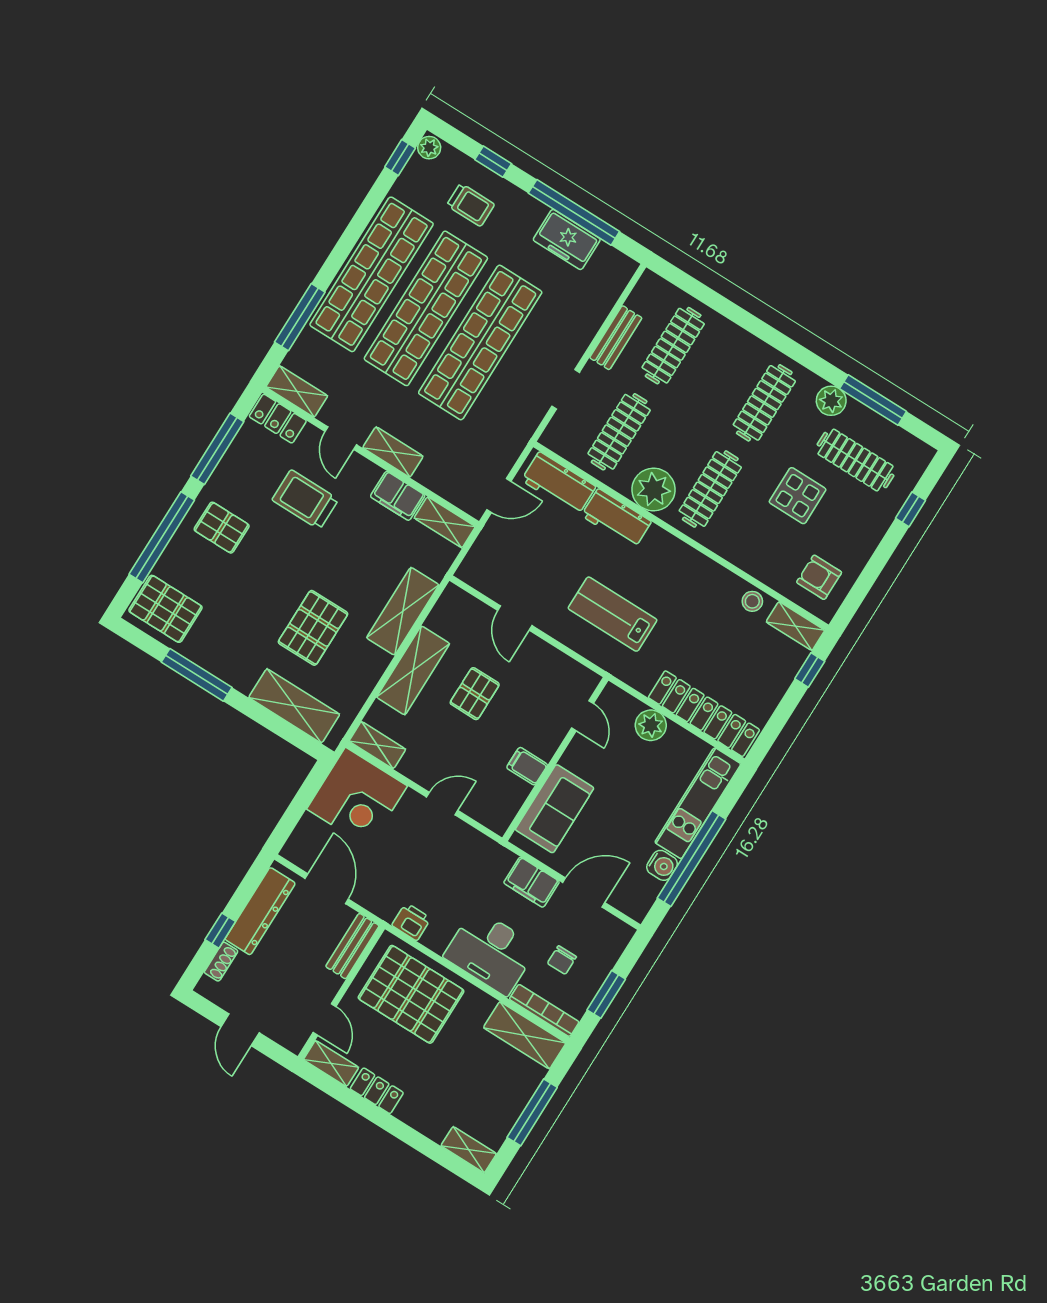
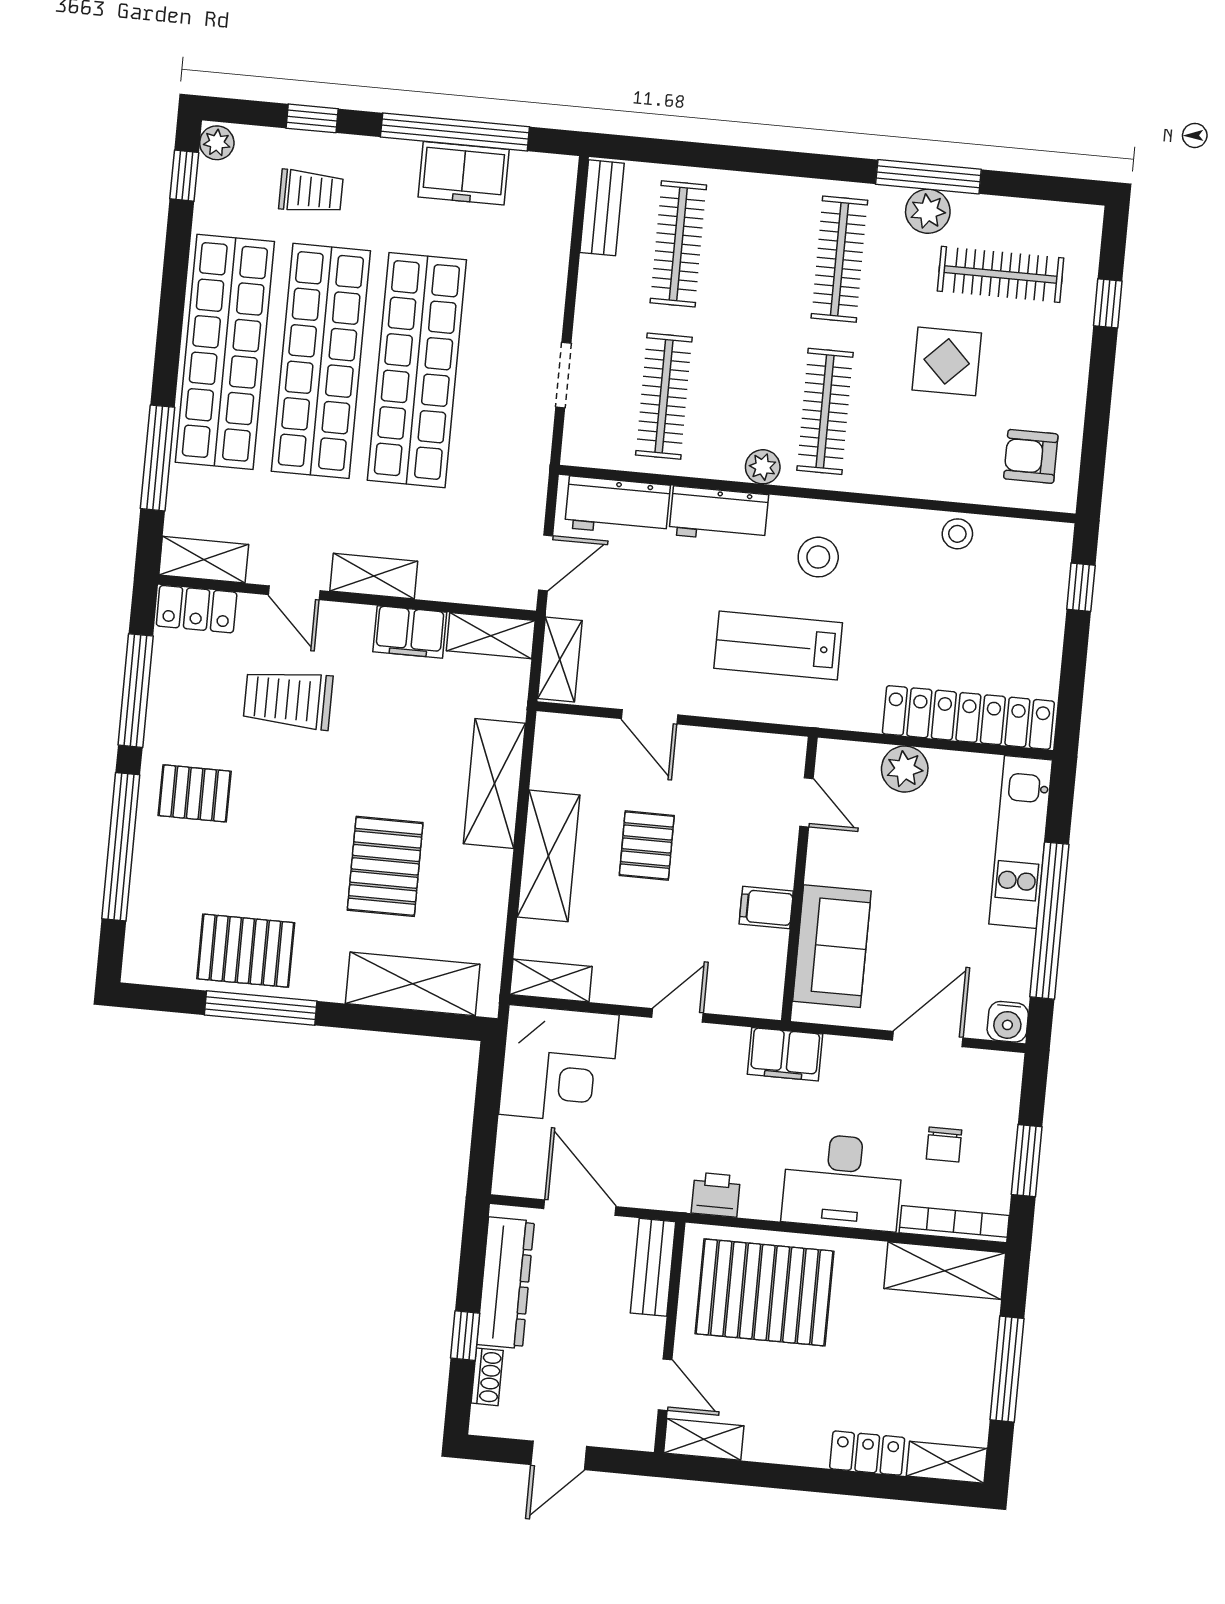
bench: (616, 338) -> (602, 208), moved
window: (873, 400) -> (928, 177), moved
plant: (654, 490) -> (763, 467), width x0.53, depth x0.53
stool: (663, 574) -> (818, 557), added
pallet: (165, 609) -> (246, 951), moved
shelving: (795, 626) -> (560, 660), moved, turned 90
water cooler: (662, 865) -> (1008, 1022), moved, turned 90
filing cabinet: (532, 882) -> (785, 1054), moved
door: (240, 1030) -> (559, 1455), hinge flipped
locker: (377, 1091) -> (867, 1453), moved

